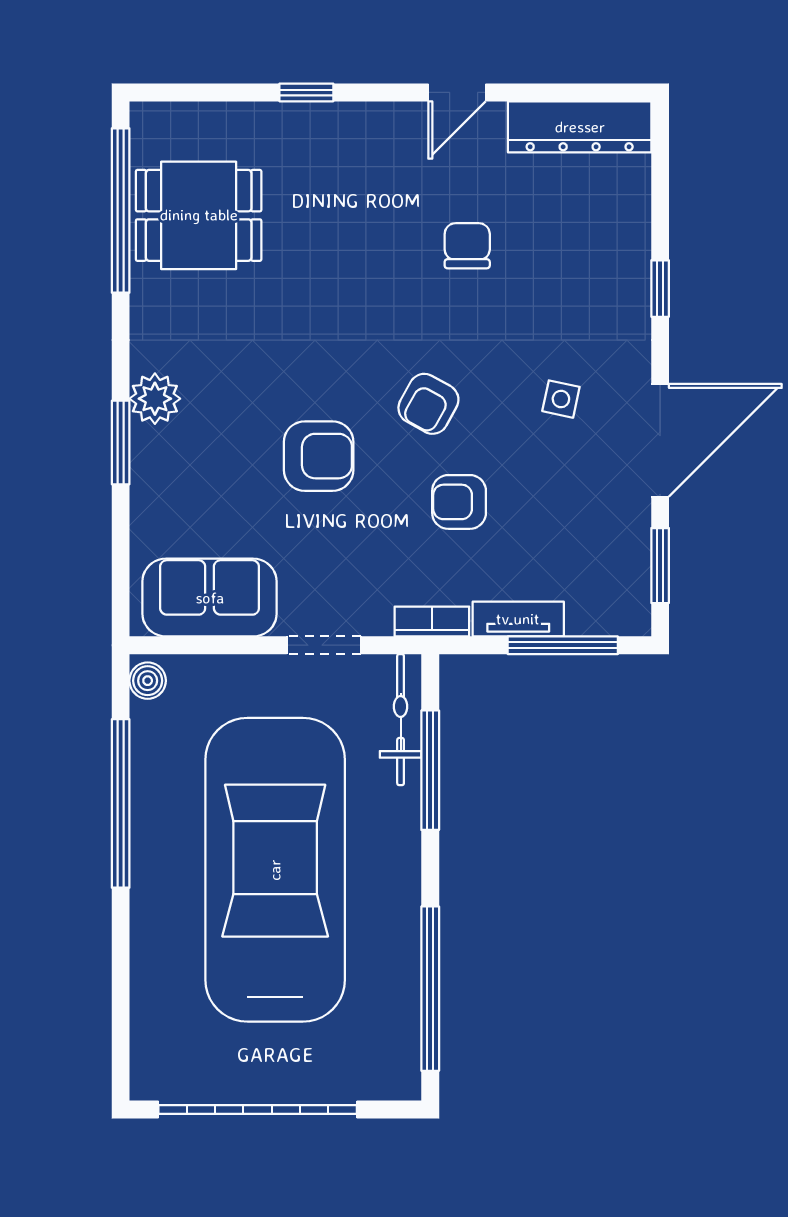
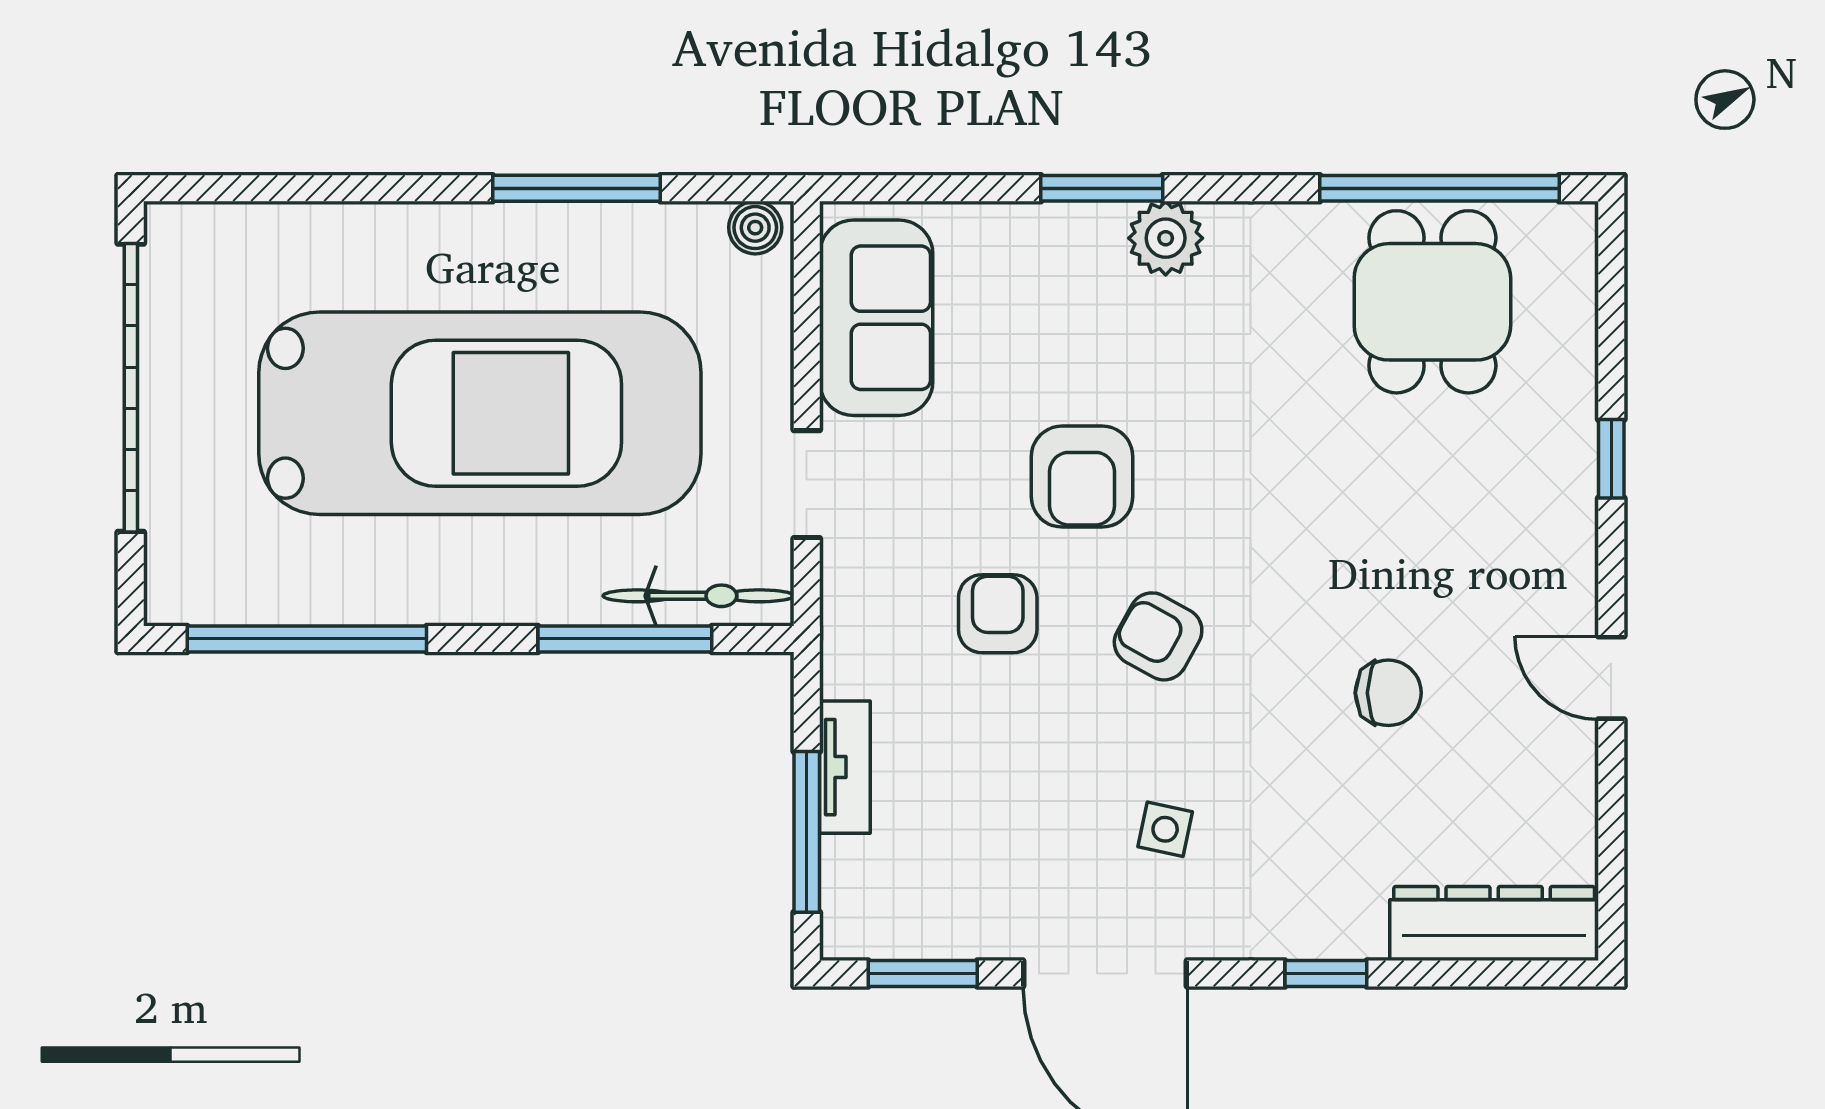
dresser: (580, 127) -> (1494, 924), moved, turned 90
armchair: (459, 502) -> (998, 614), moved
bookcase: (432, 621) -> (841, 641), removed
window: (121, 803) -> (576, 188), width x0.68

